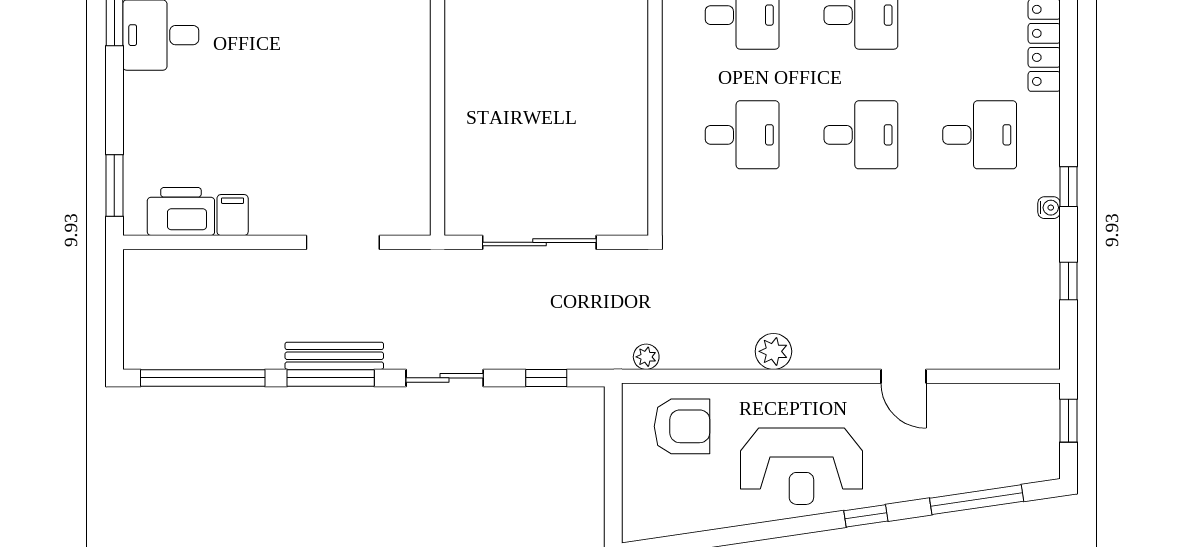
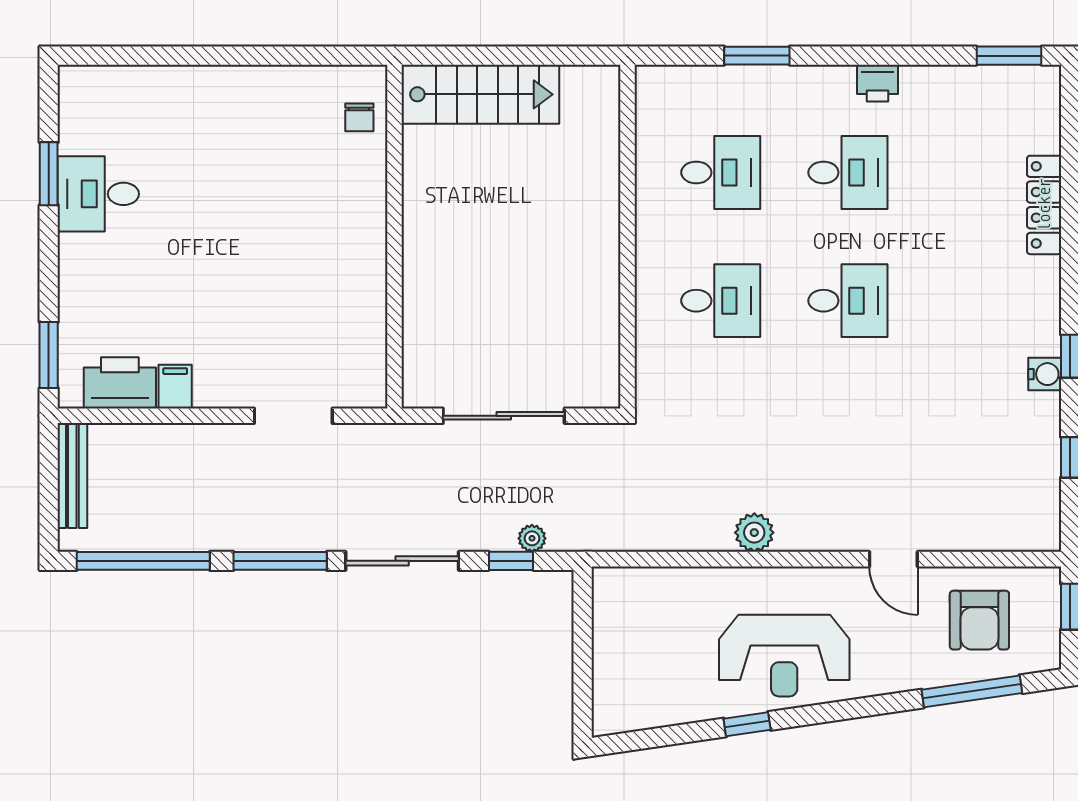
desk: (980, 135) -> (975, 301), removed
water cooler: (1049, 208) -> (1045, 374), width x1.38, depth x1.38
bench: (334, 356) -> (72, 476), moved, turned 90
plant: (646, 357) -> (532, 538), moved
sliding door: (445, 378) -> (402, 561), width x1.37
armchair: (682, 426) -> (979, 620), moved, turned 90
window: (866, 516) -> (747, 724), moved

